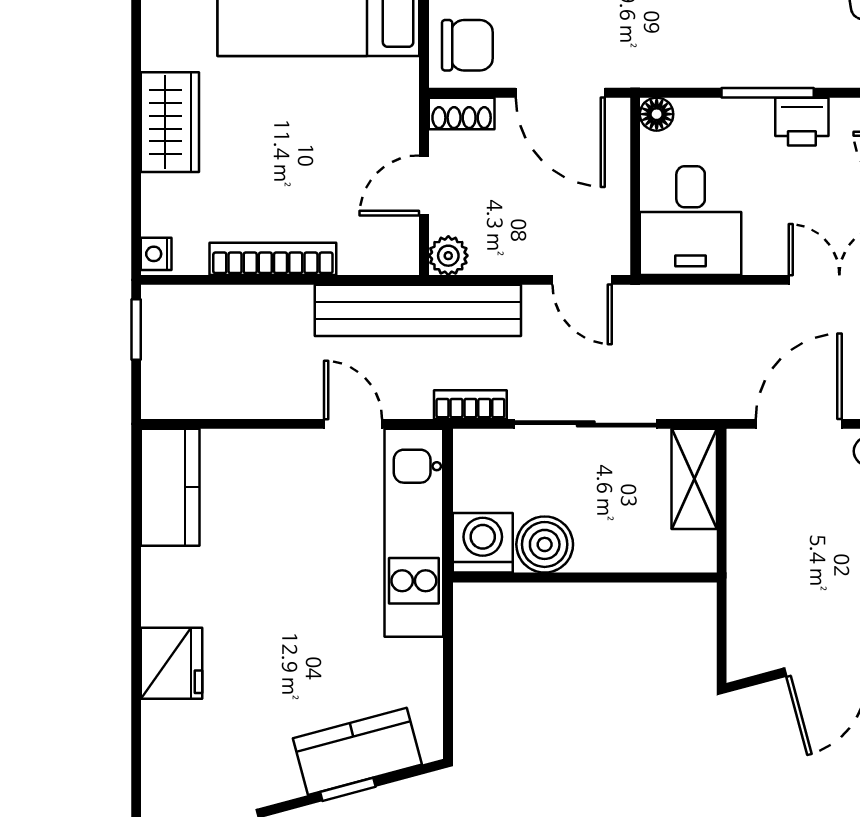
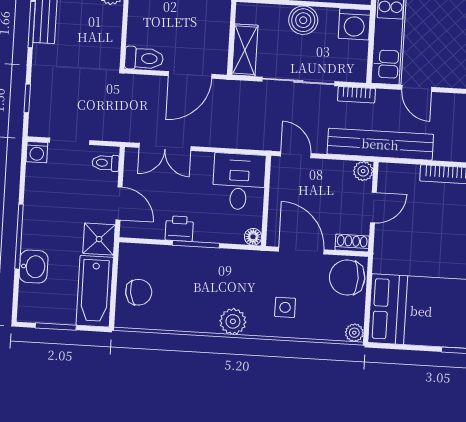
chair: (467, 45) -> (347, 278), width x1.37, depth x1.37
boiler: (545, 544) -> (303, 20), moved

